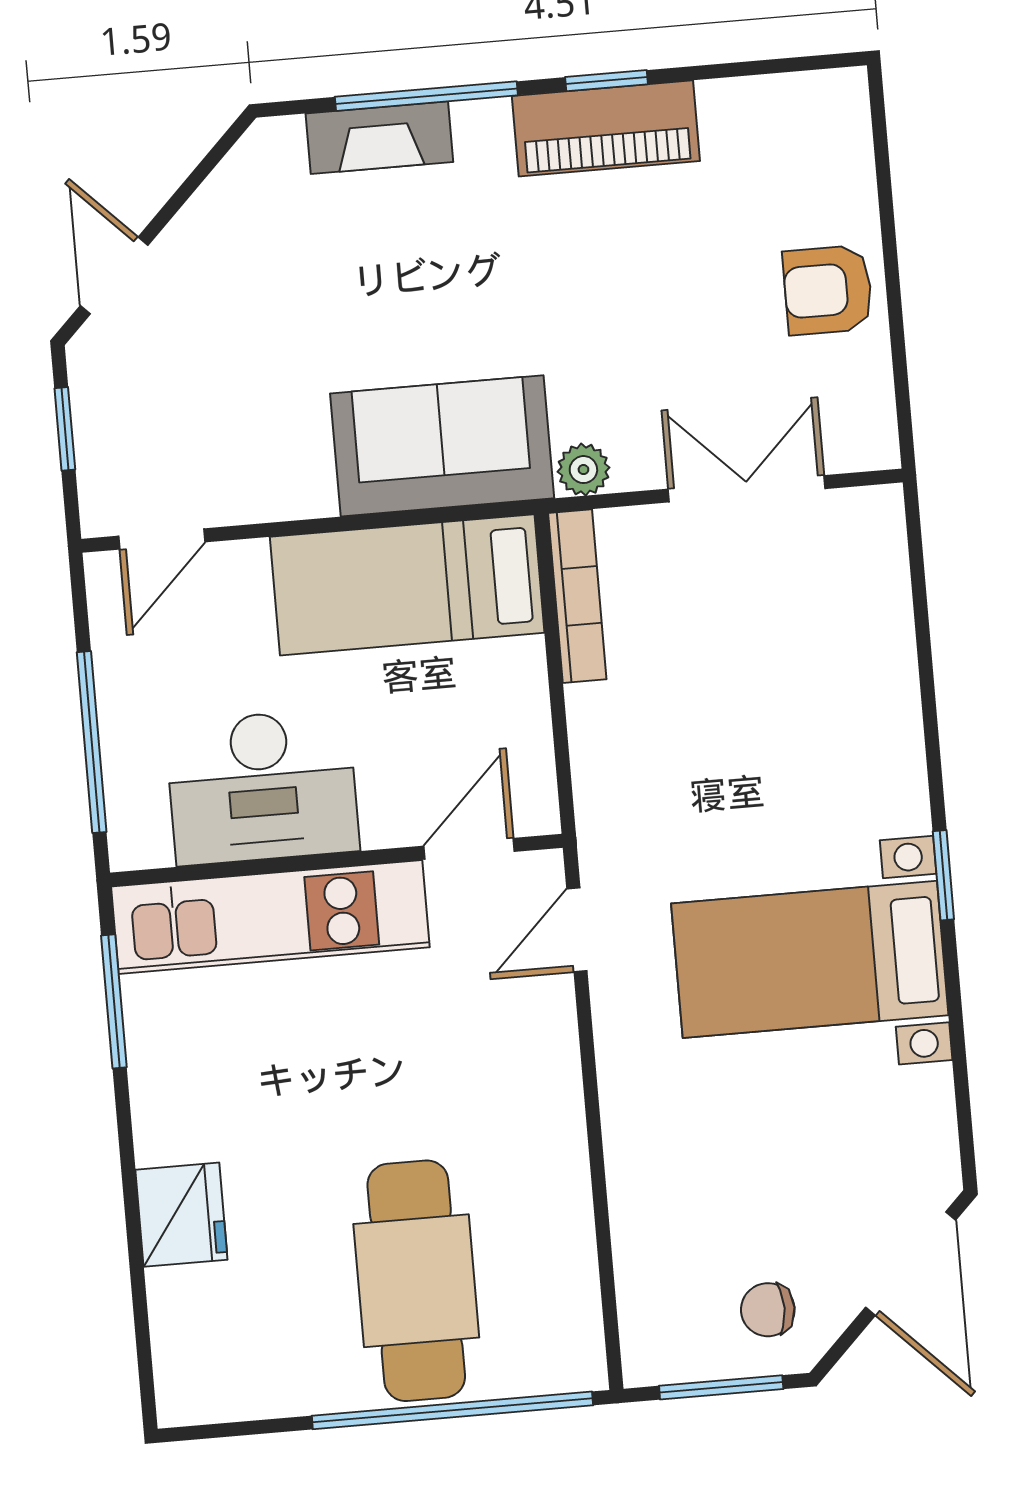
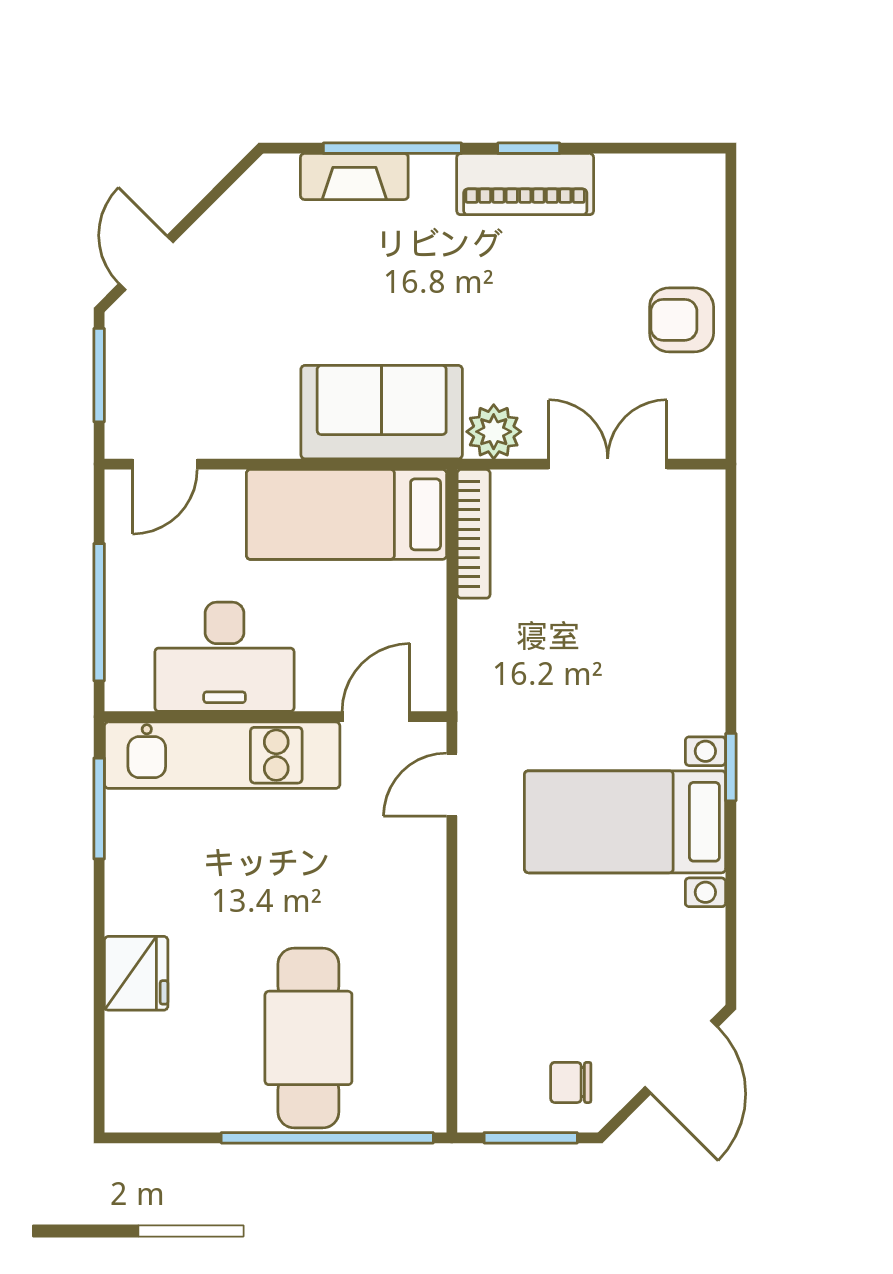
window: (65, 429) -> (99, 375), width x1.50
plant: (583, 470) -> (494, 432), width x1.38, depth x1.38

